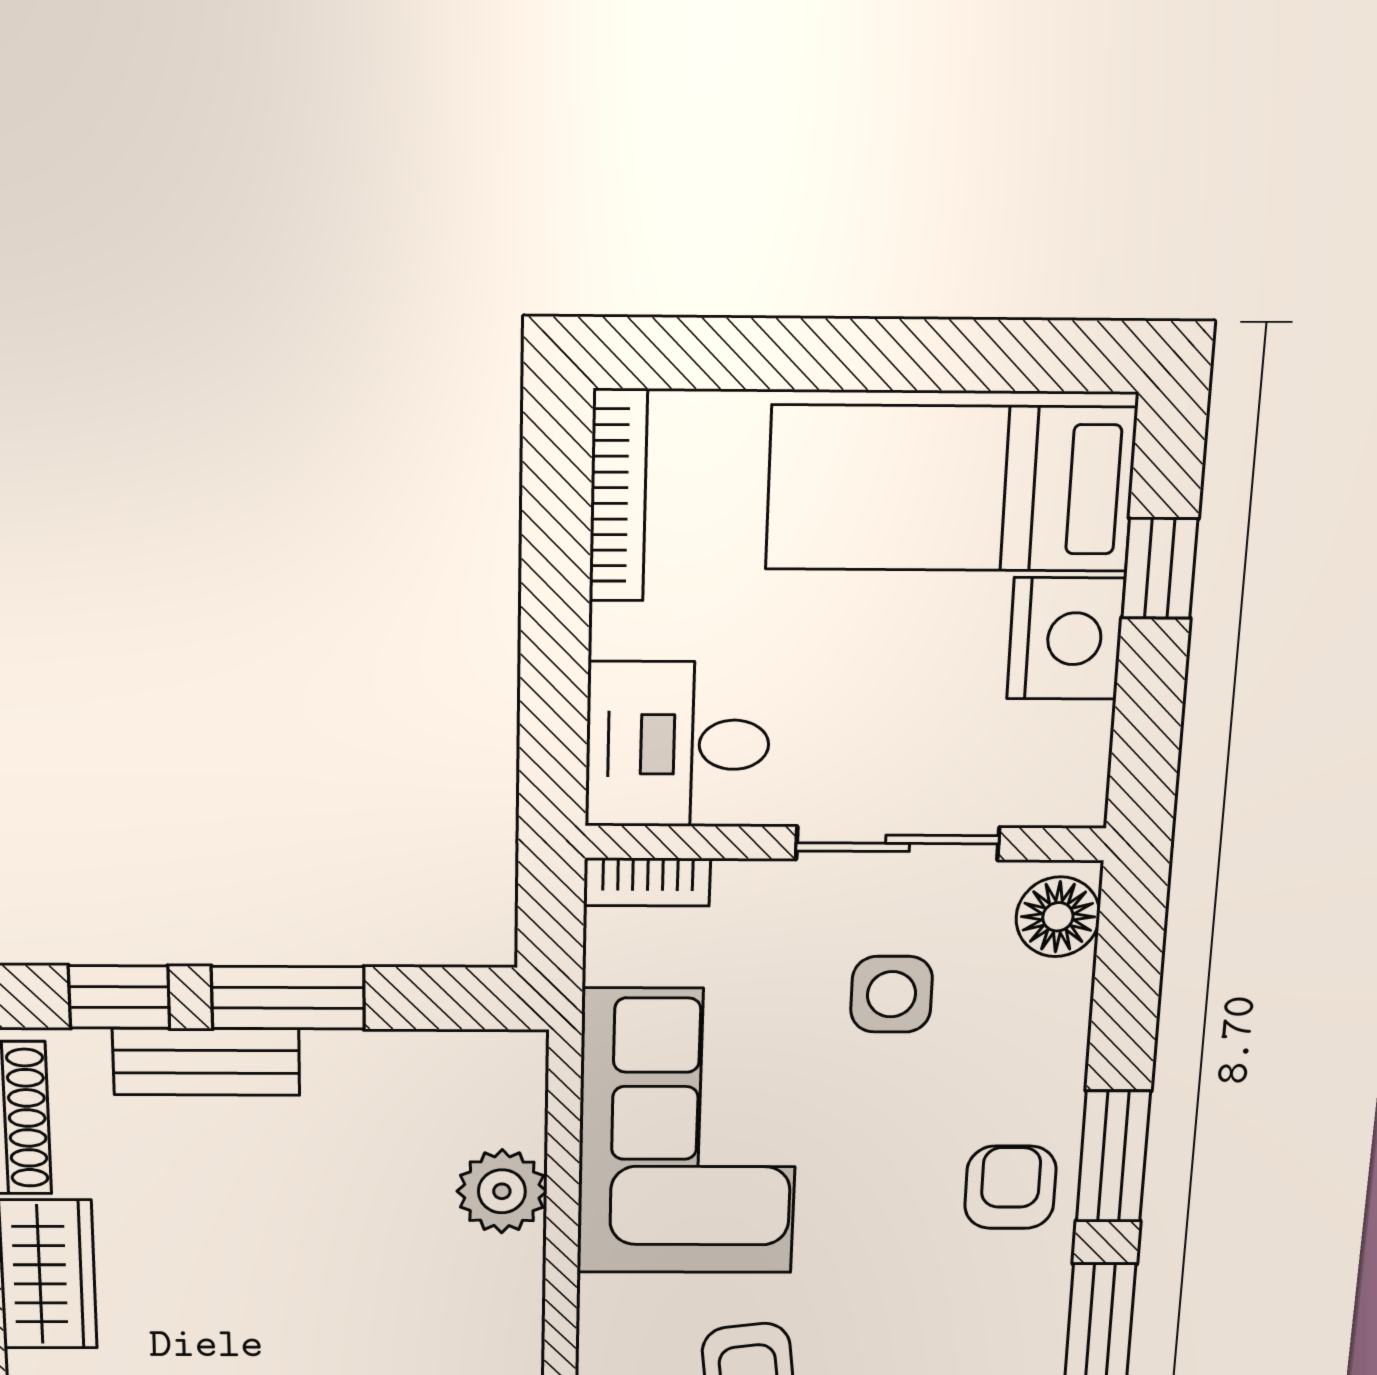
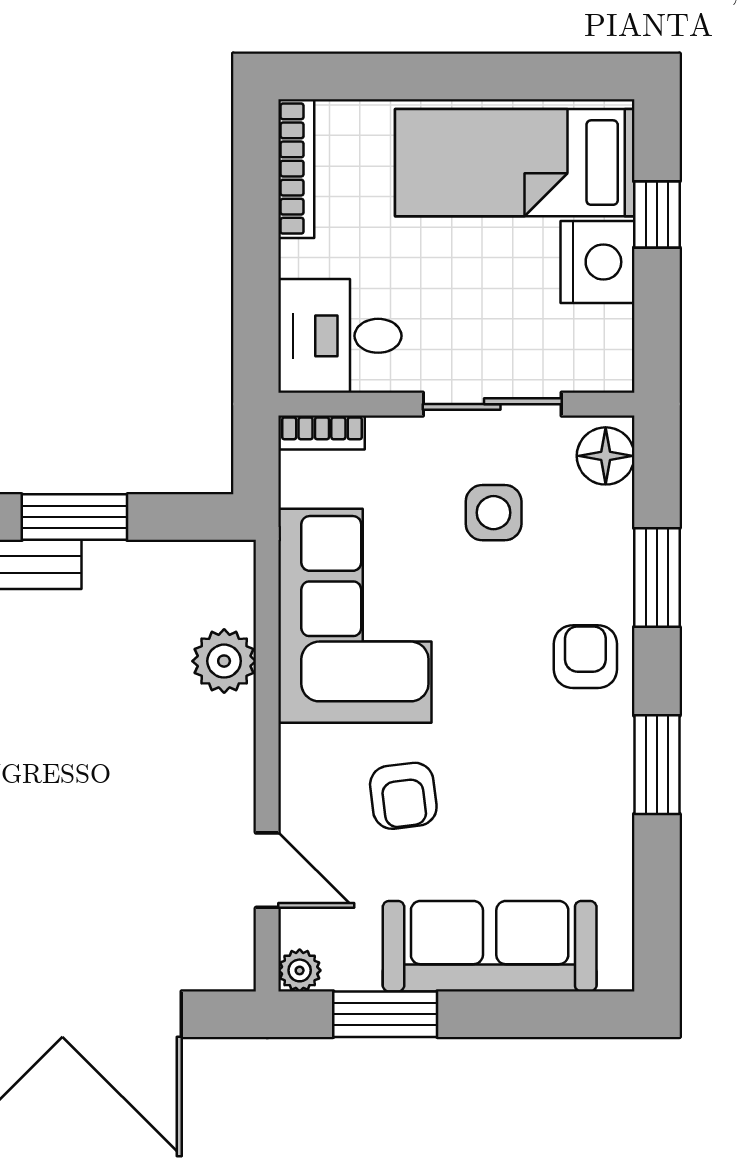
window: (1113, 1156) -> (657, 578), moved

